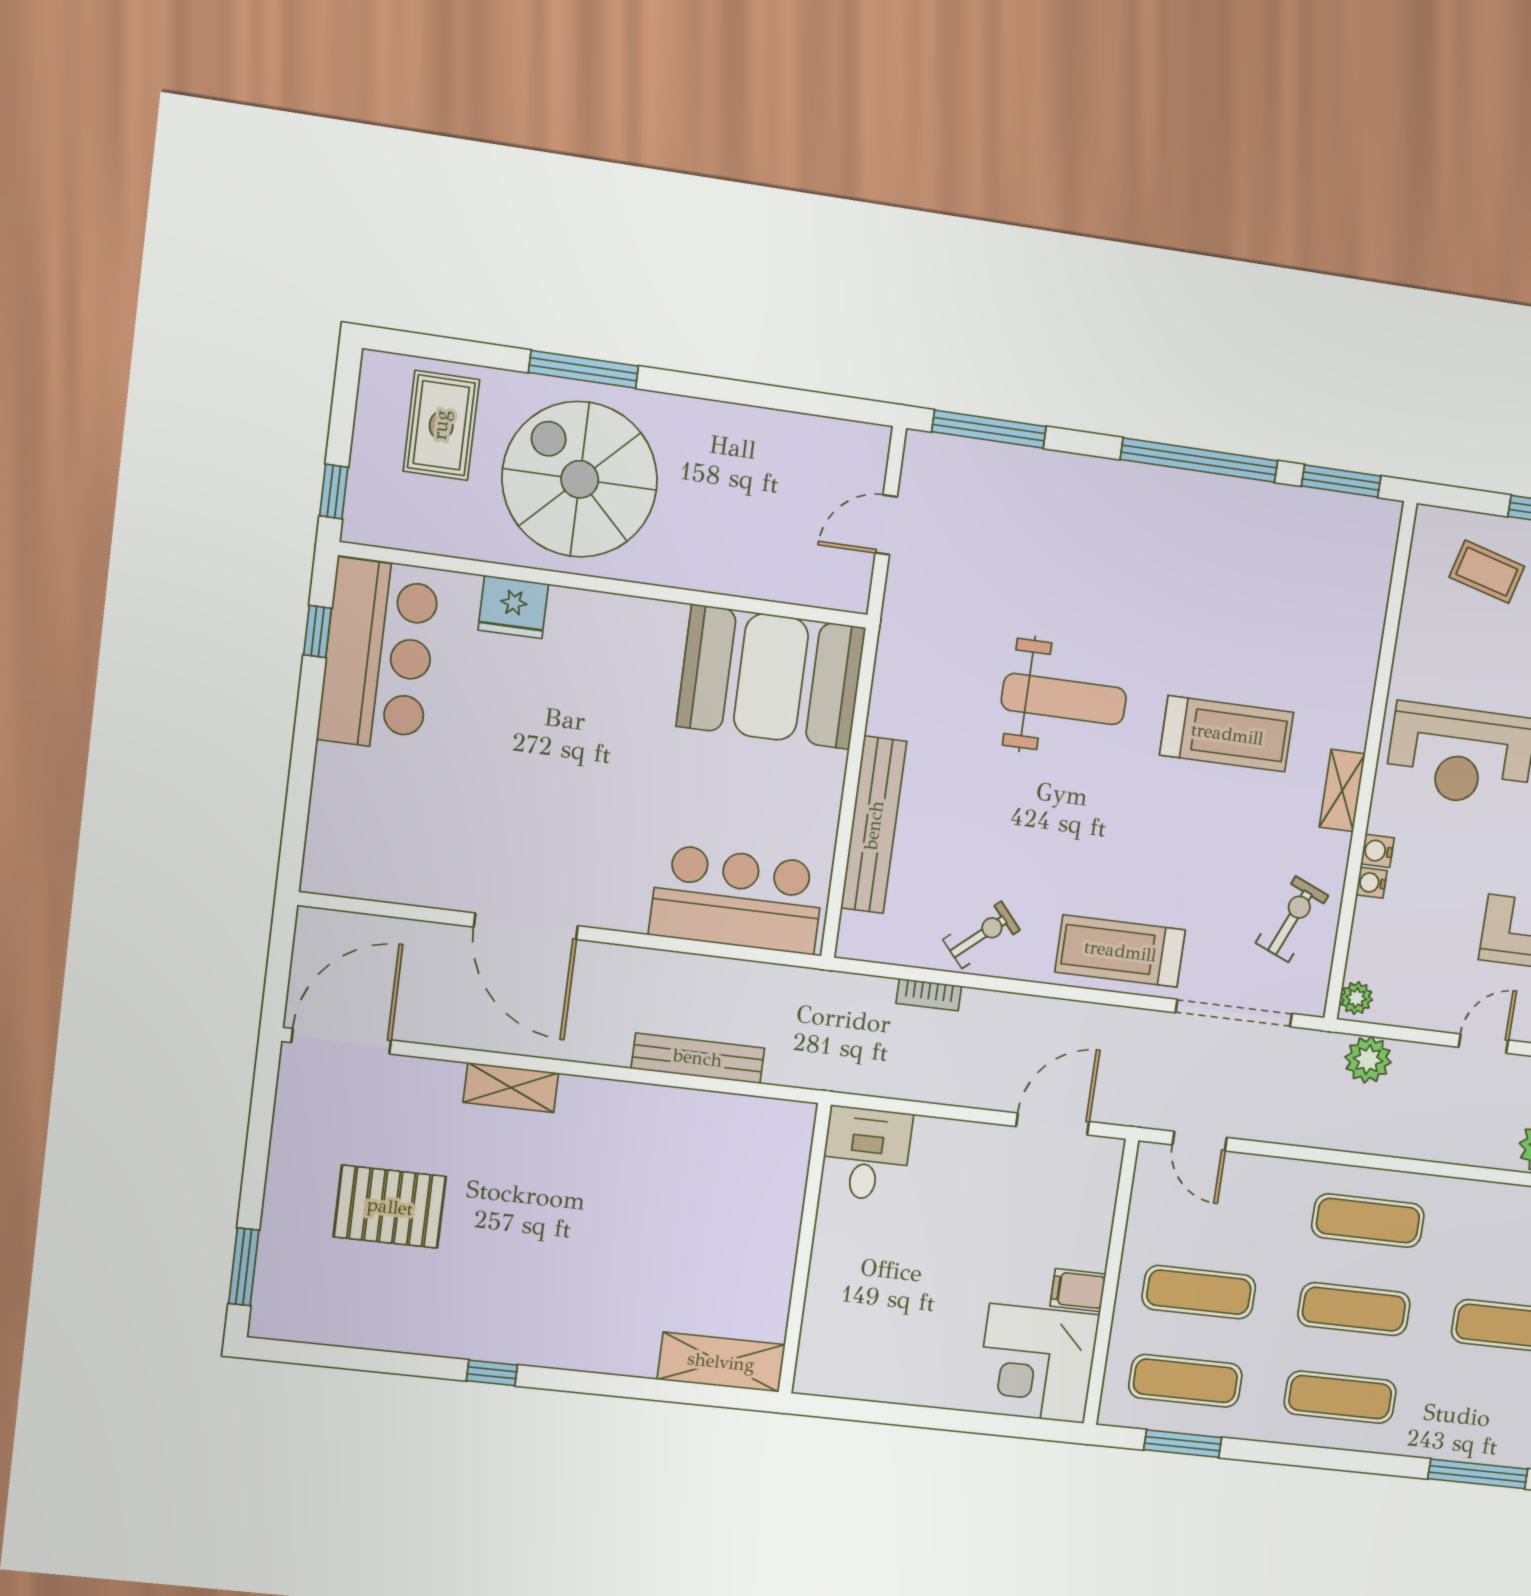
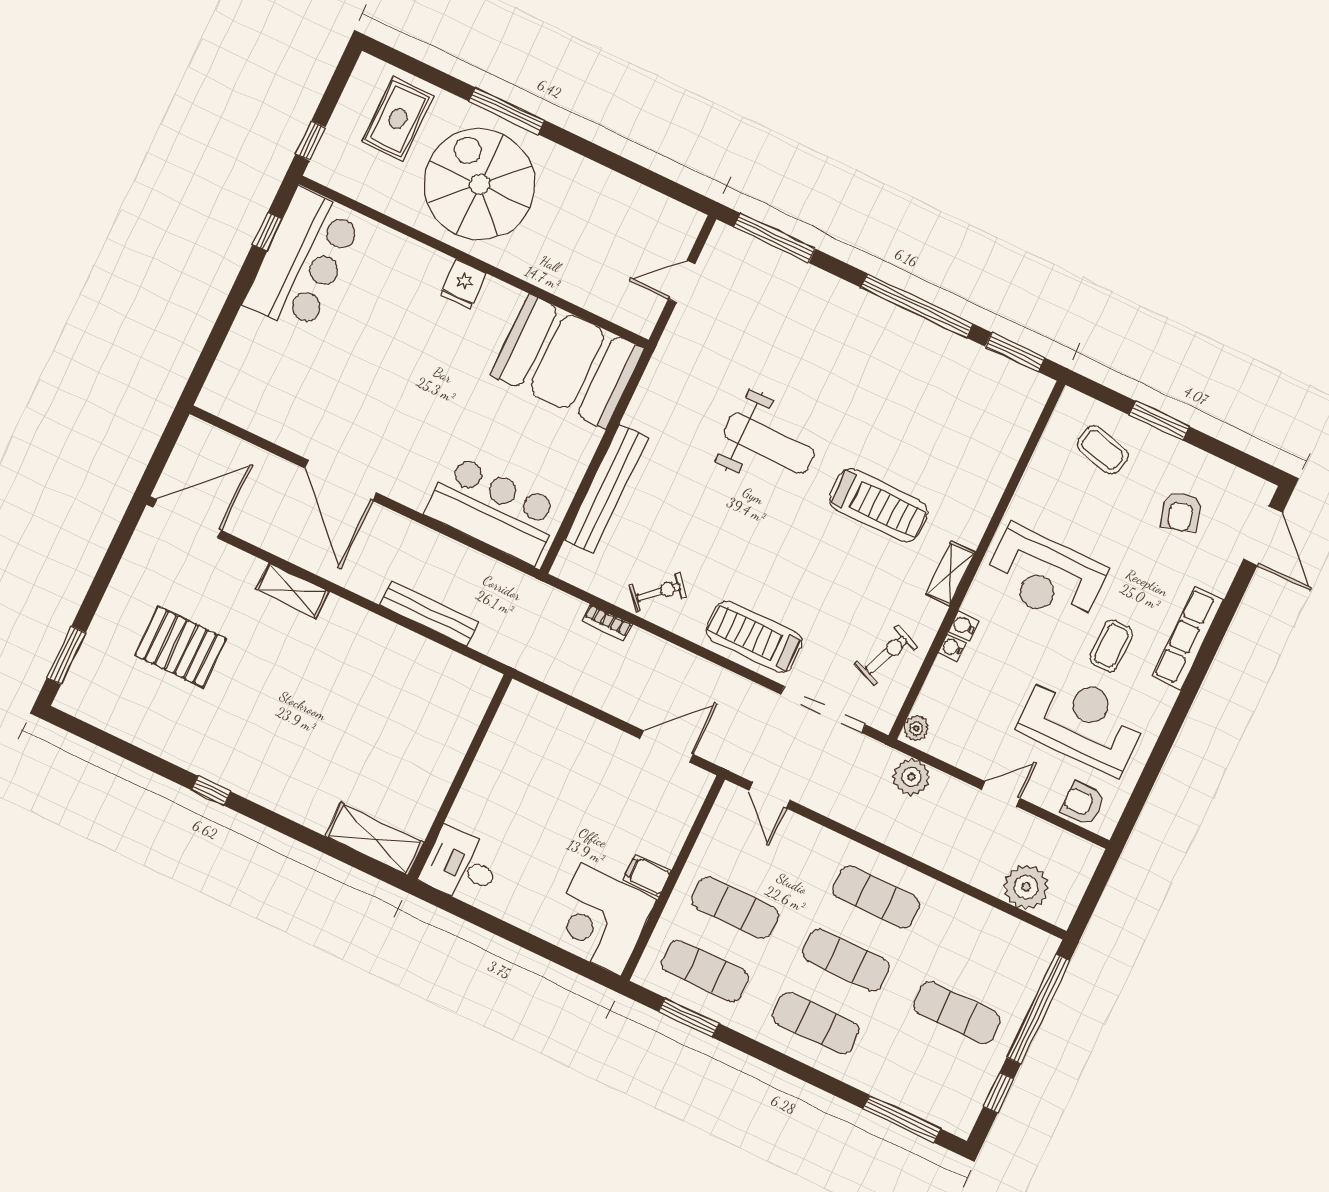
fridge: (513, 607) -> (463, 284), moved, width x0.72
desk: (866, 1154) -> (461, 866), moved, turned -90

